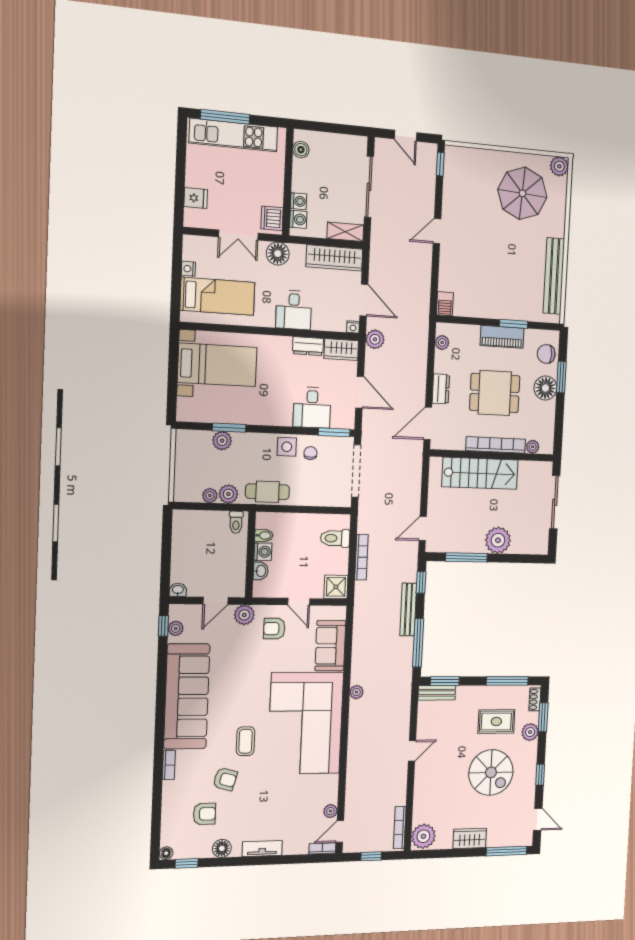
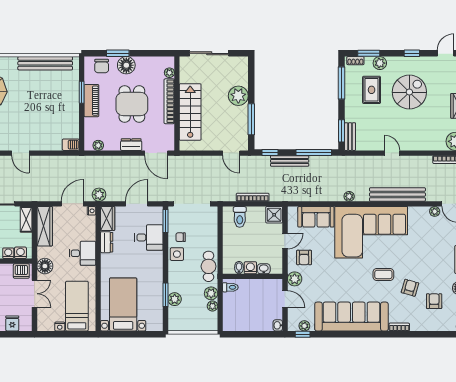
bench: (356, 759) -> (397, 194), added

